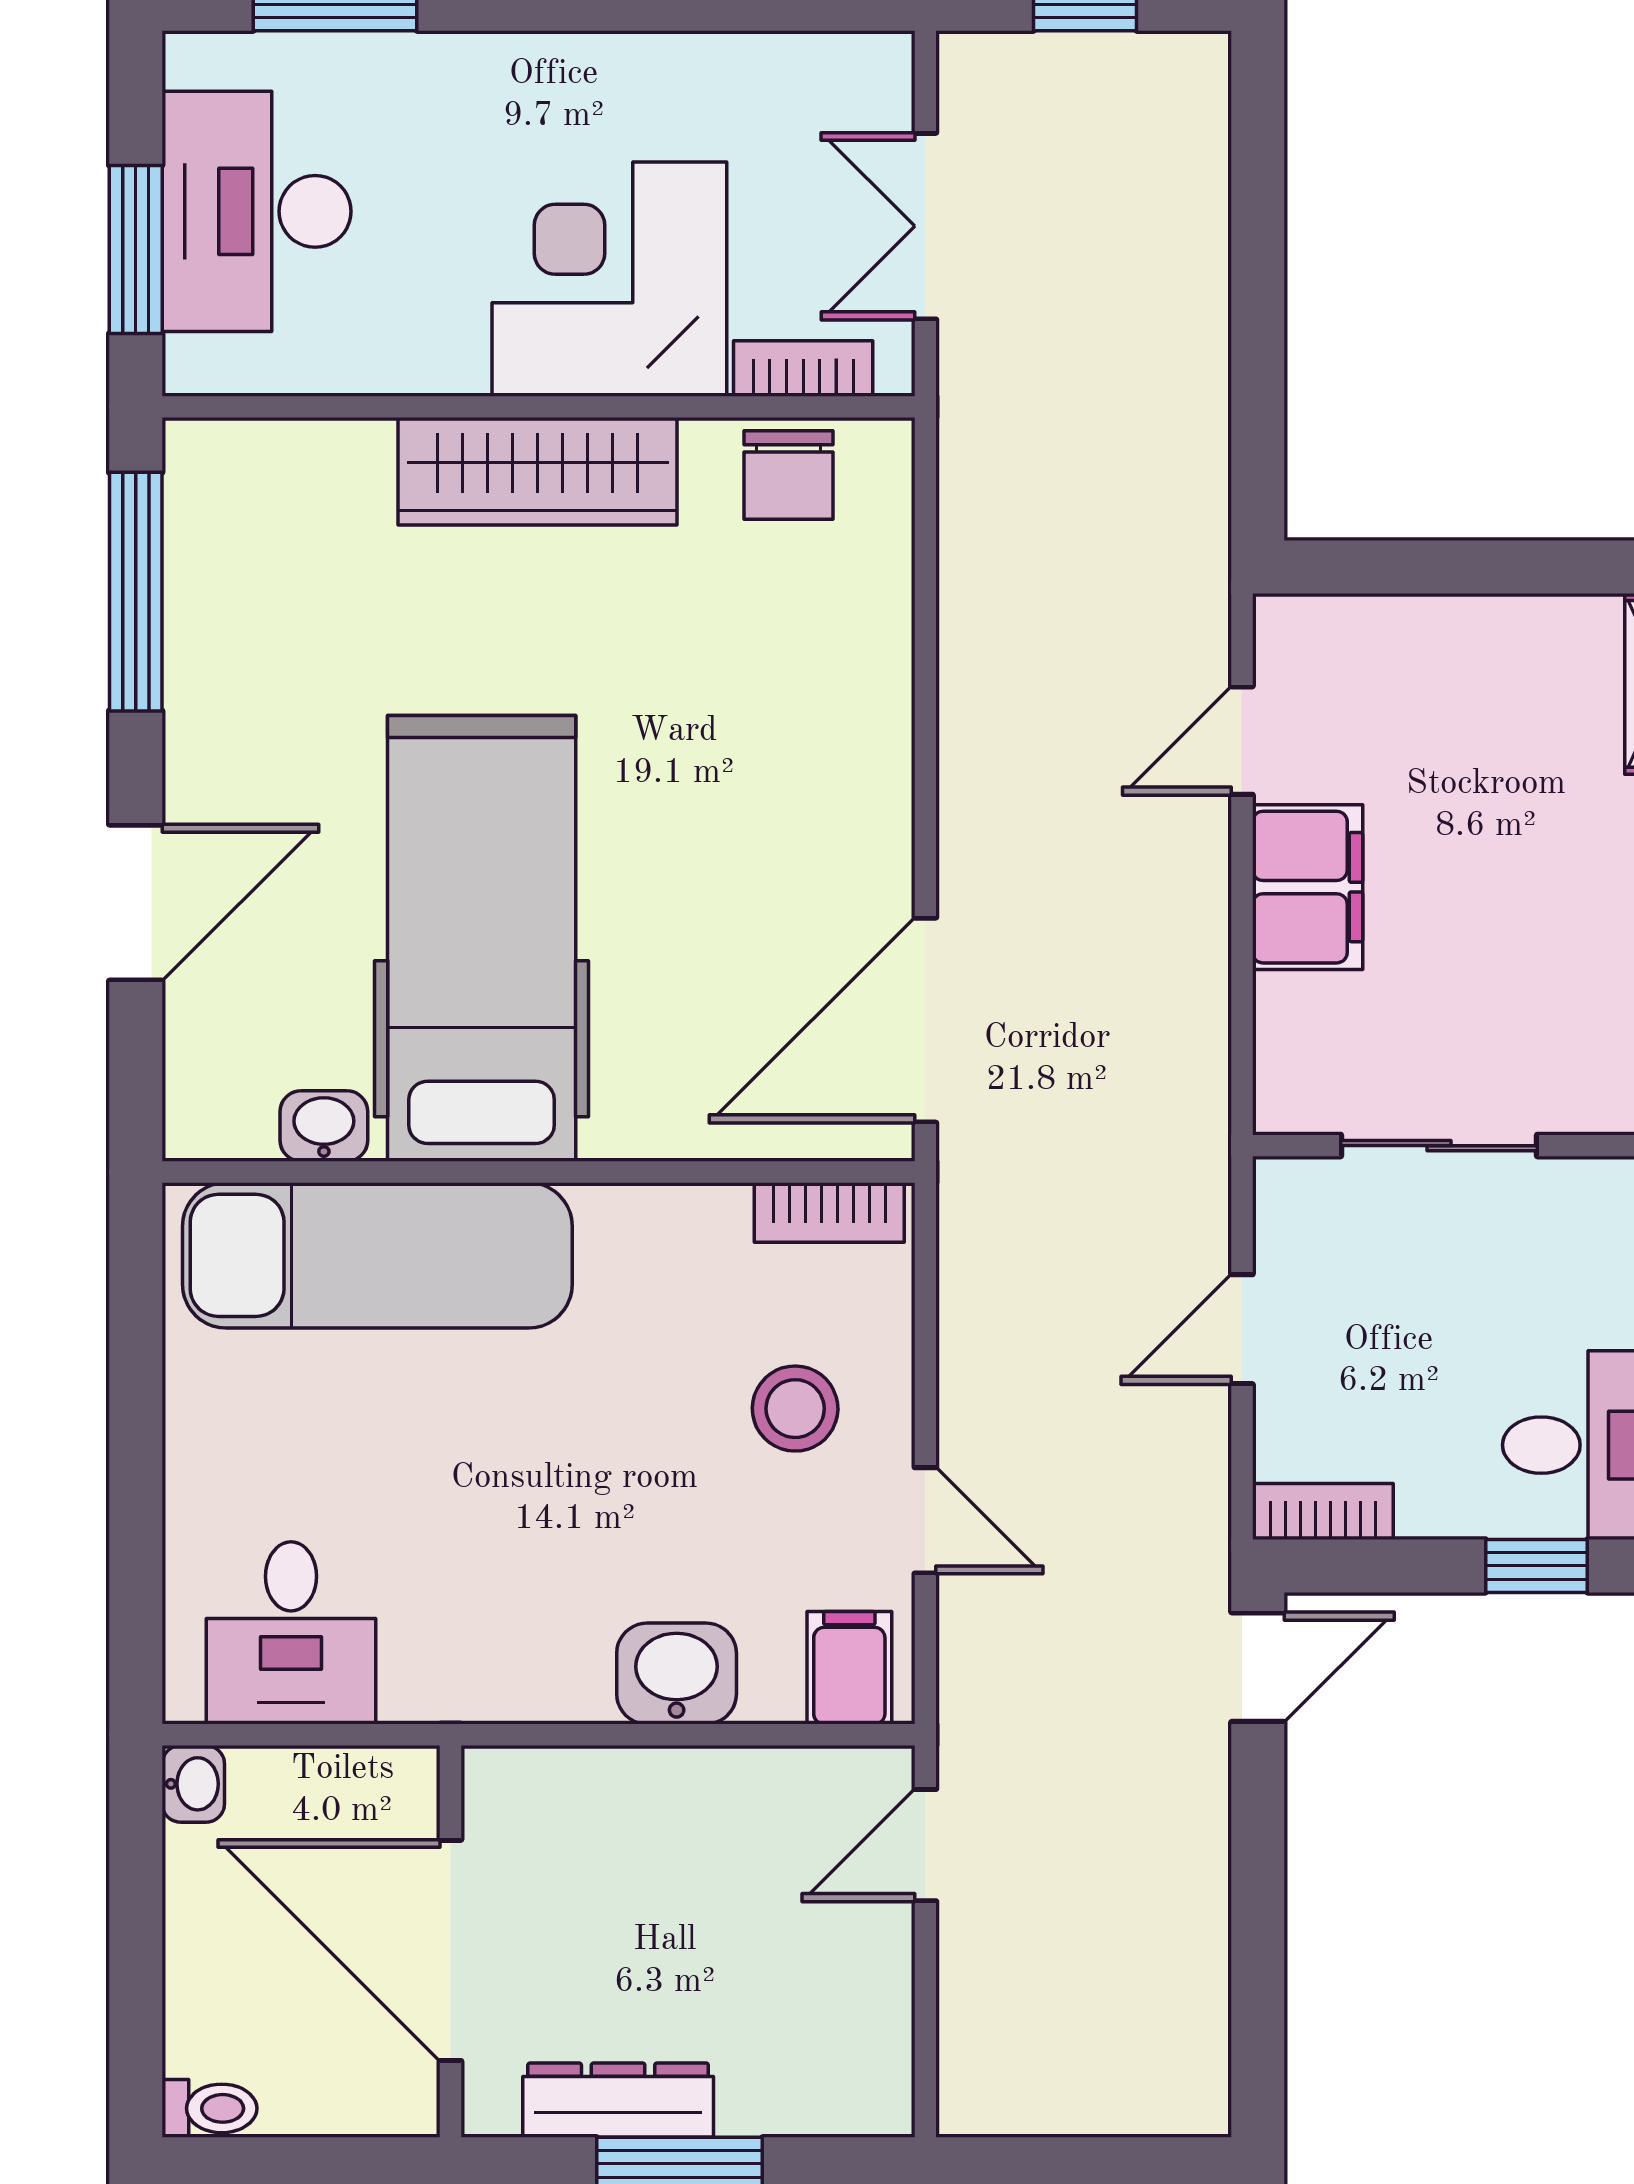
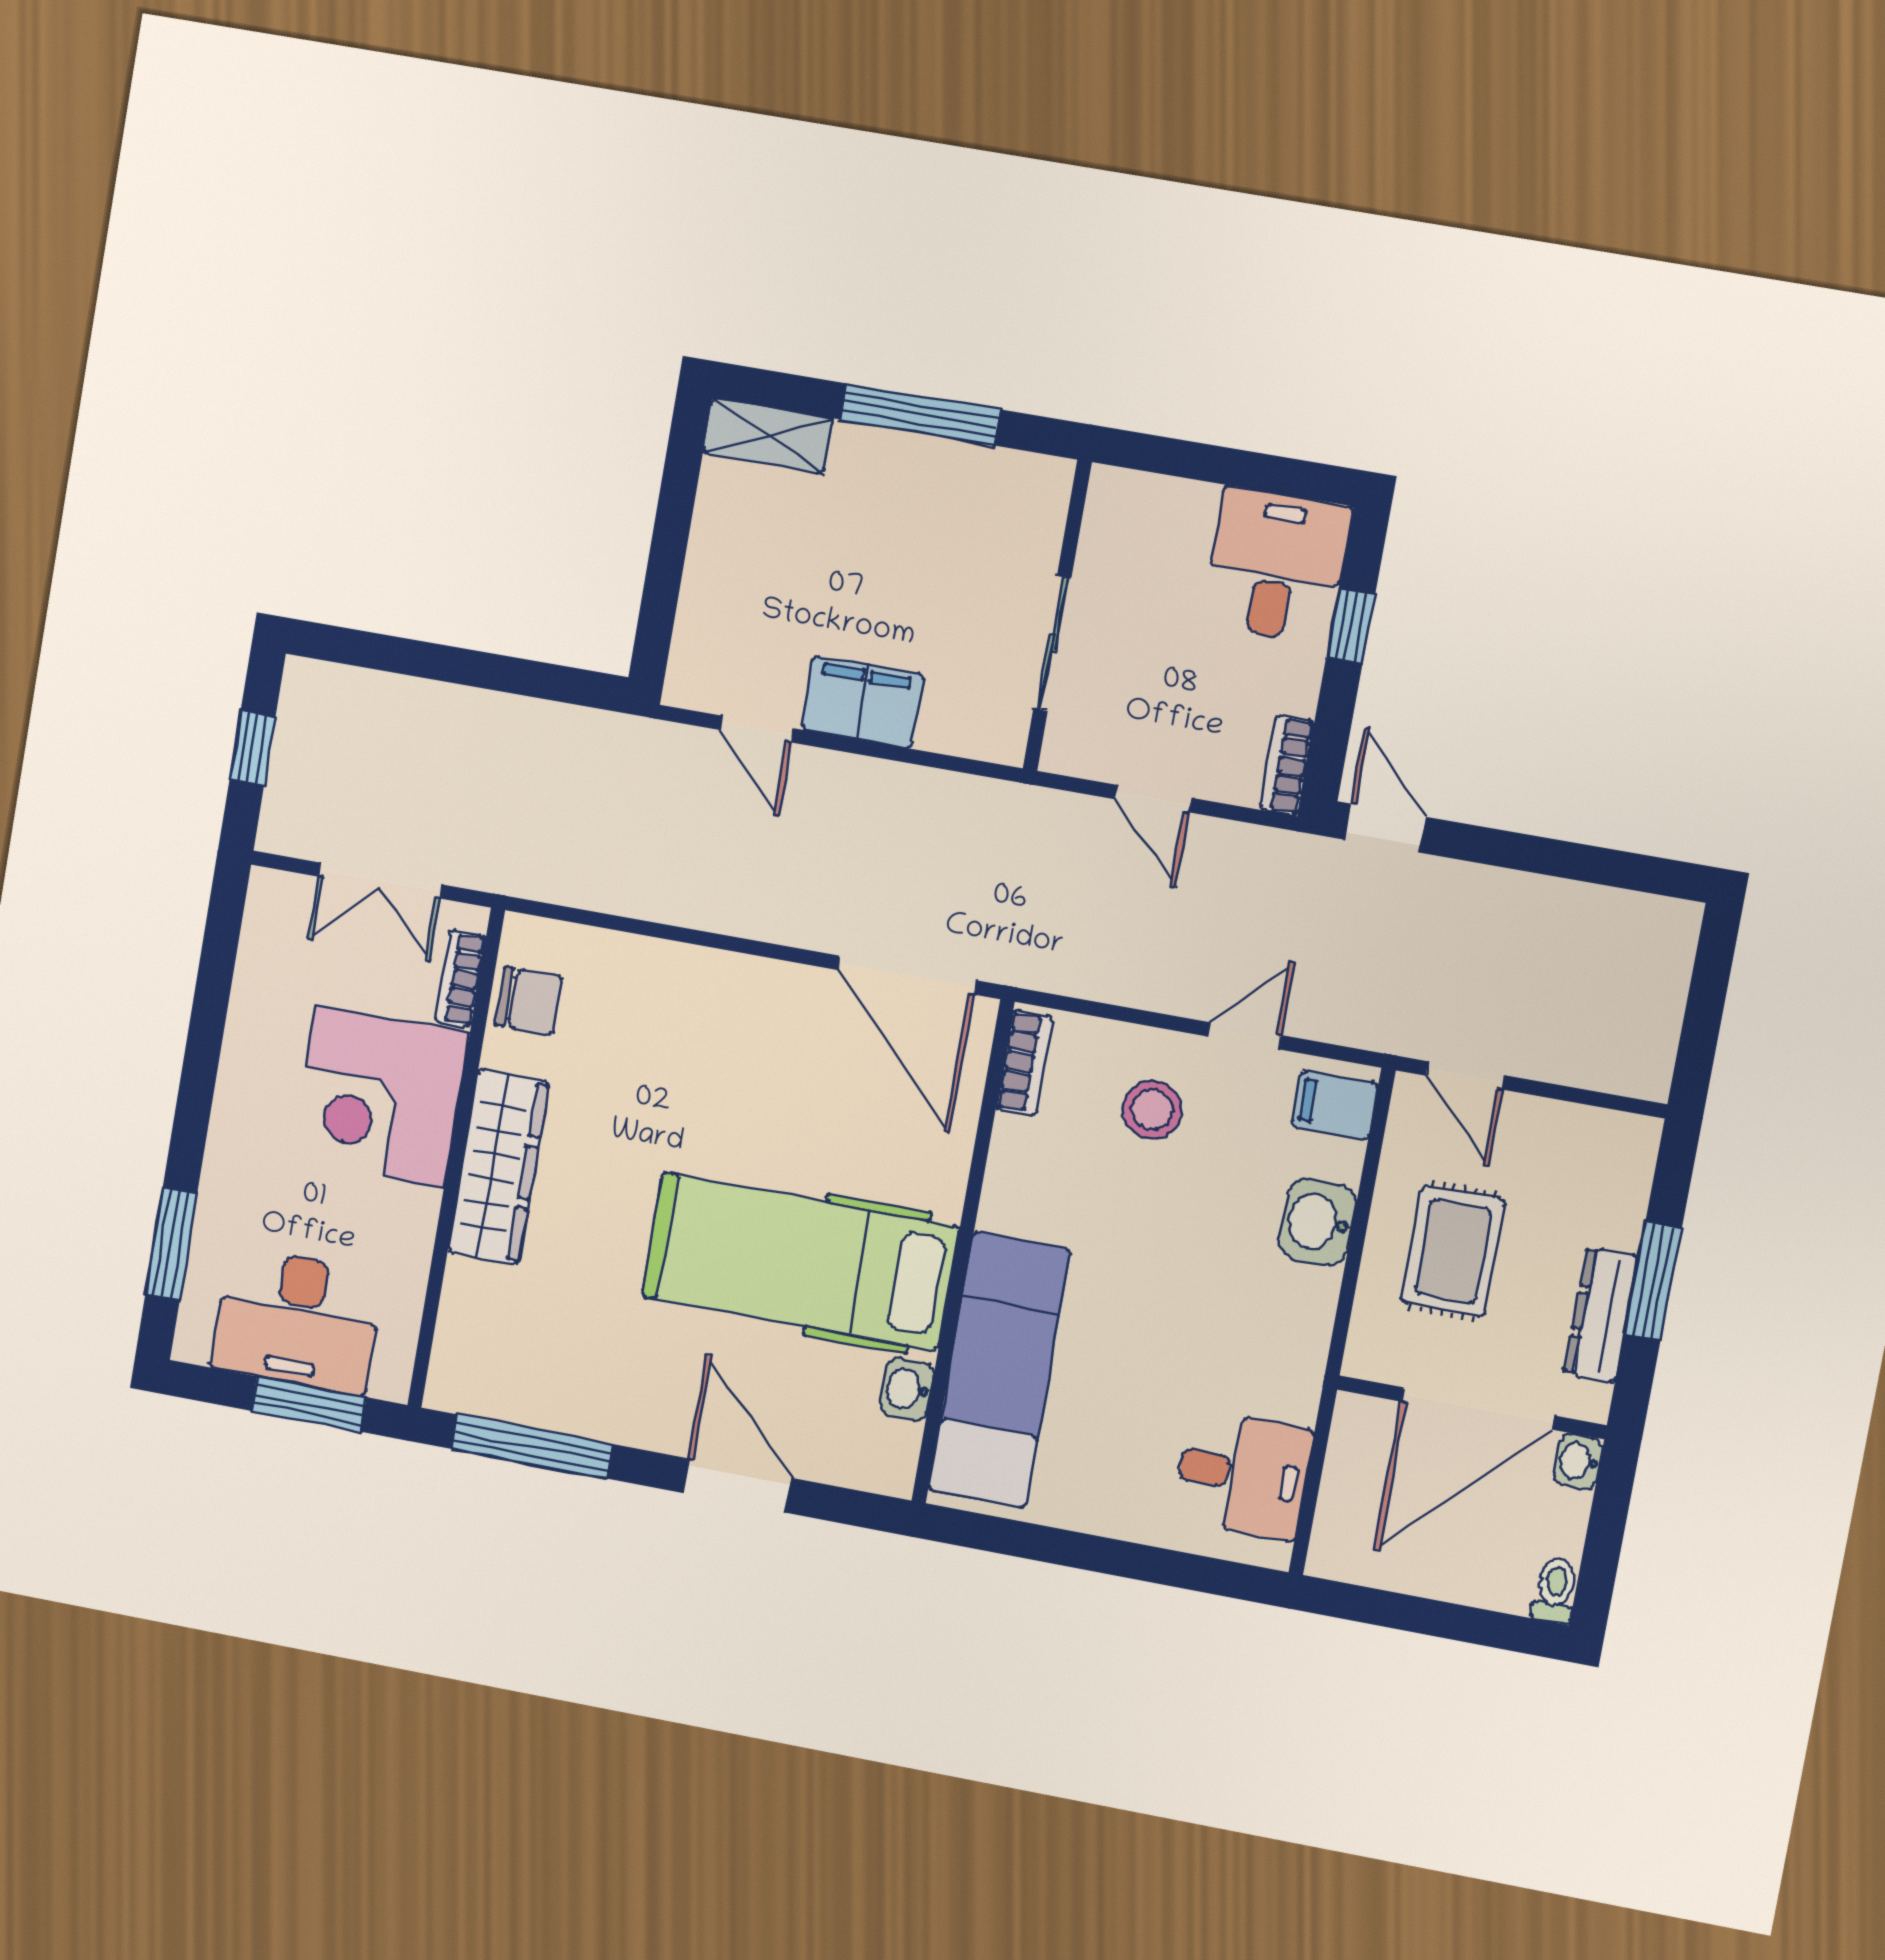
washbasin: (193, 1784) -> (1578, 1461), moved, turned -90
rug: (670, 1874) -> (1453, 1251), added

